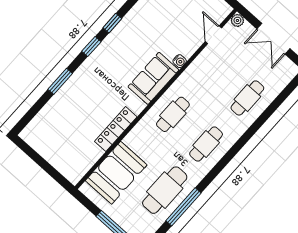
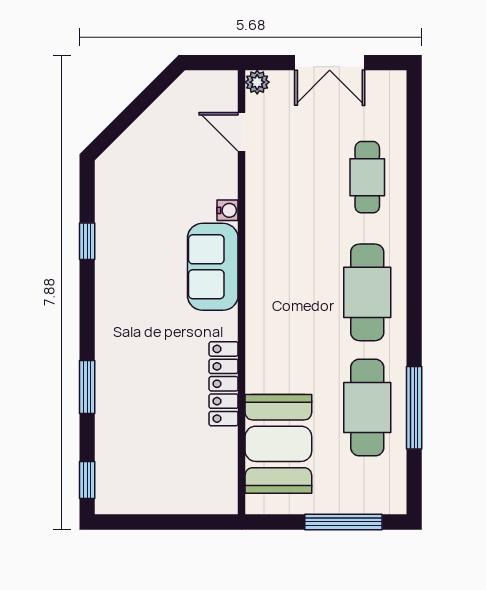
window: (91, 47) -> (87, 480), moved
cafe table: (173, 114) -> (284, 292), removed
cafe table: (206, 144) -> (367, 292), width x1.37, depth x1.35

